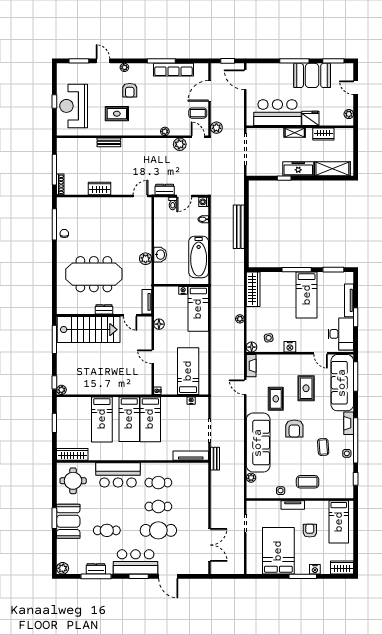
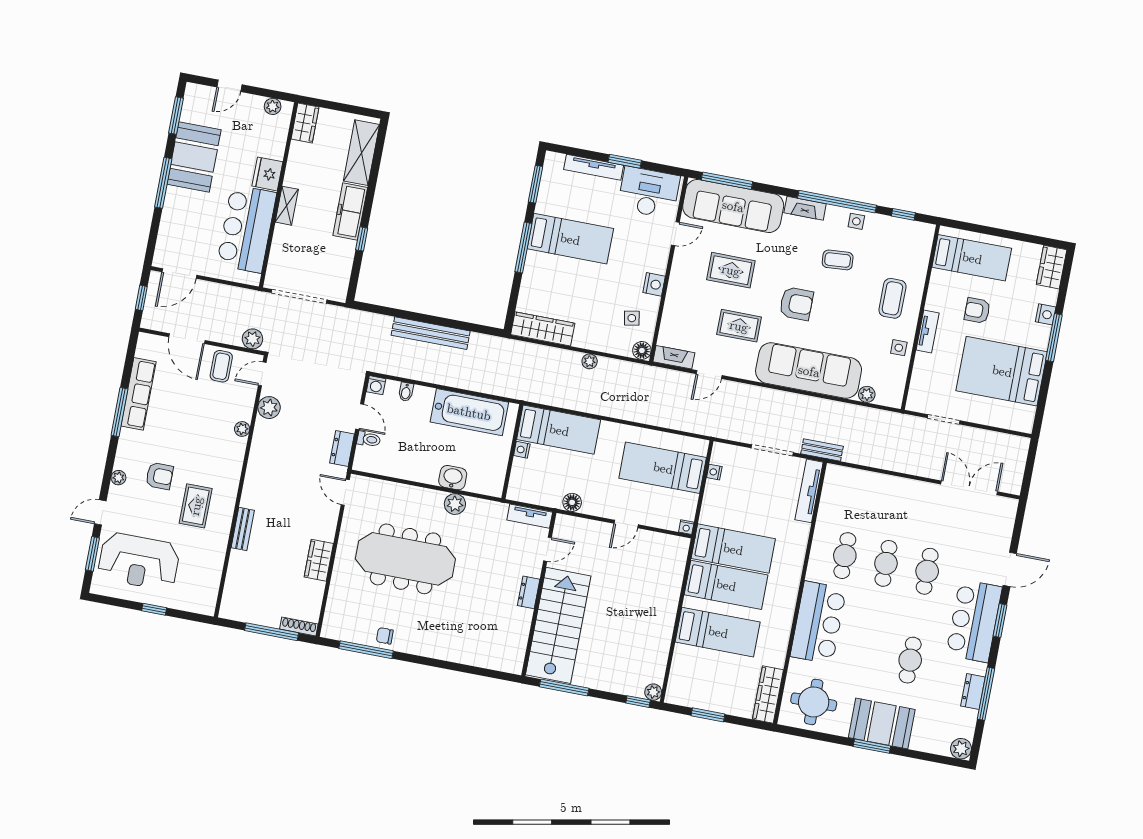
reception desk: (74, 106) -> (139, 561), moved
wardrobe: (323, 134) -> (305, 123), moved
meeting table: (94, 274) -> (405, 559), moved, turned 90
cafe table: (158, 530) -> (927, 571), width x0.73, depth x0.74

